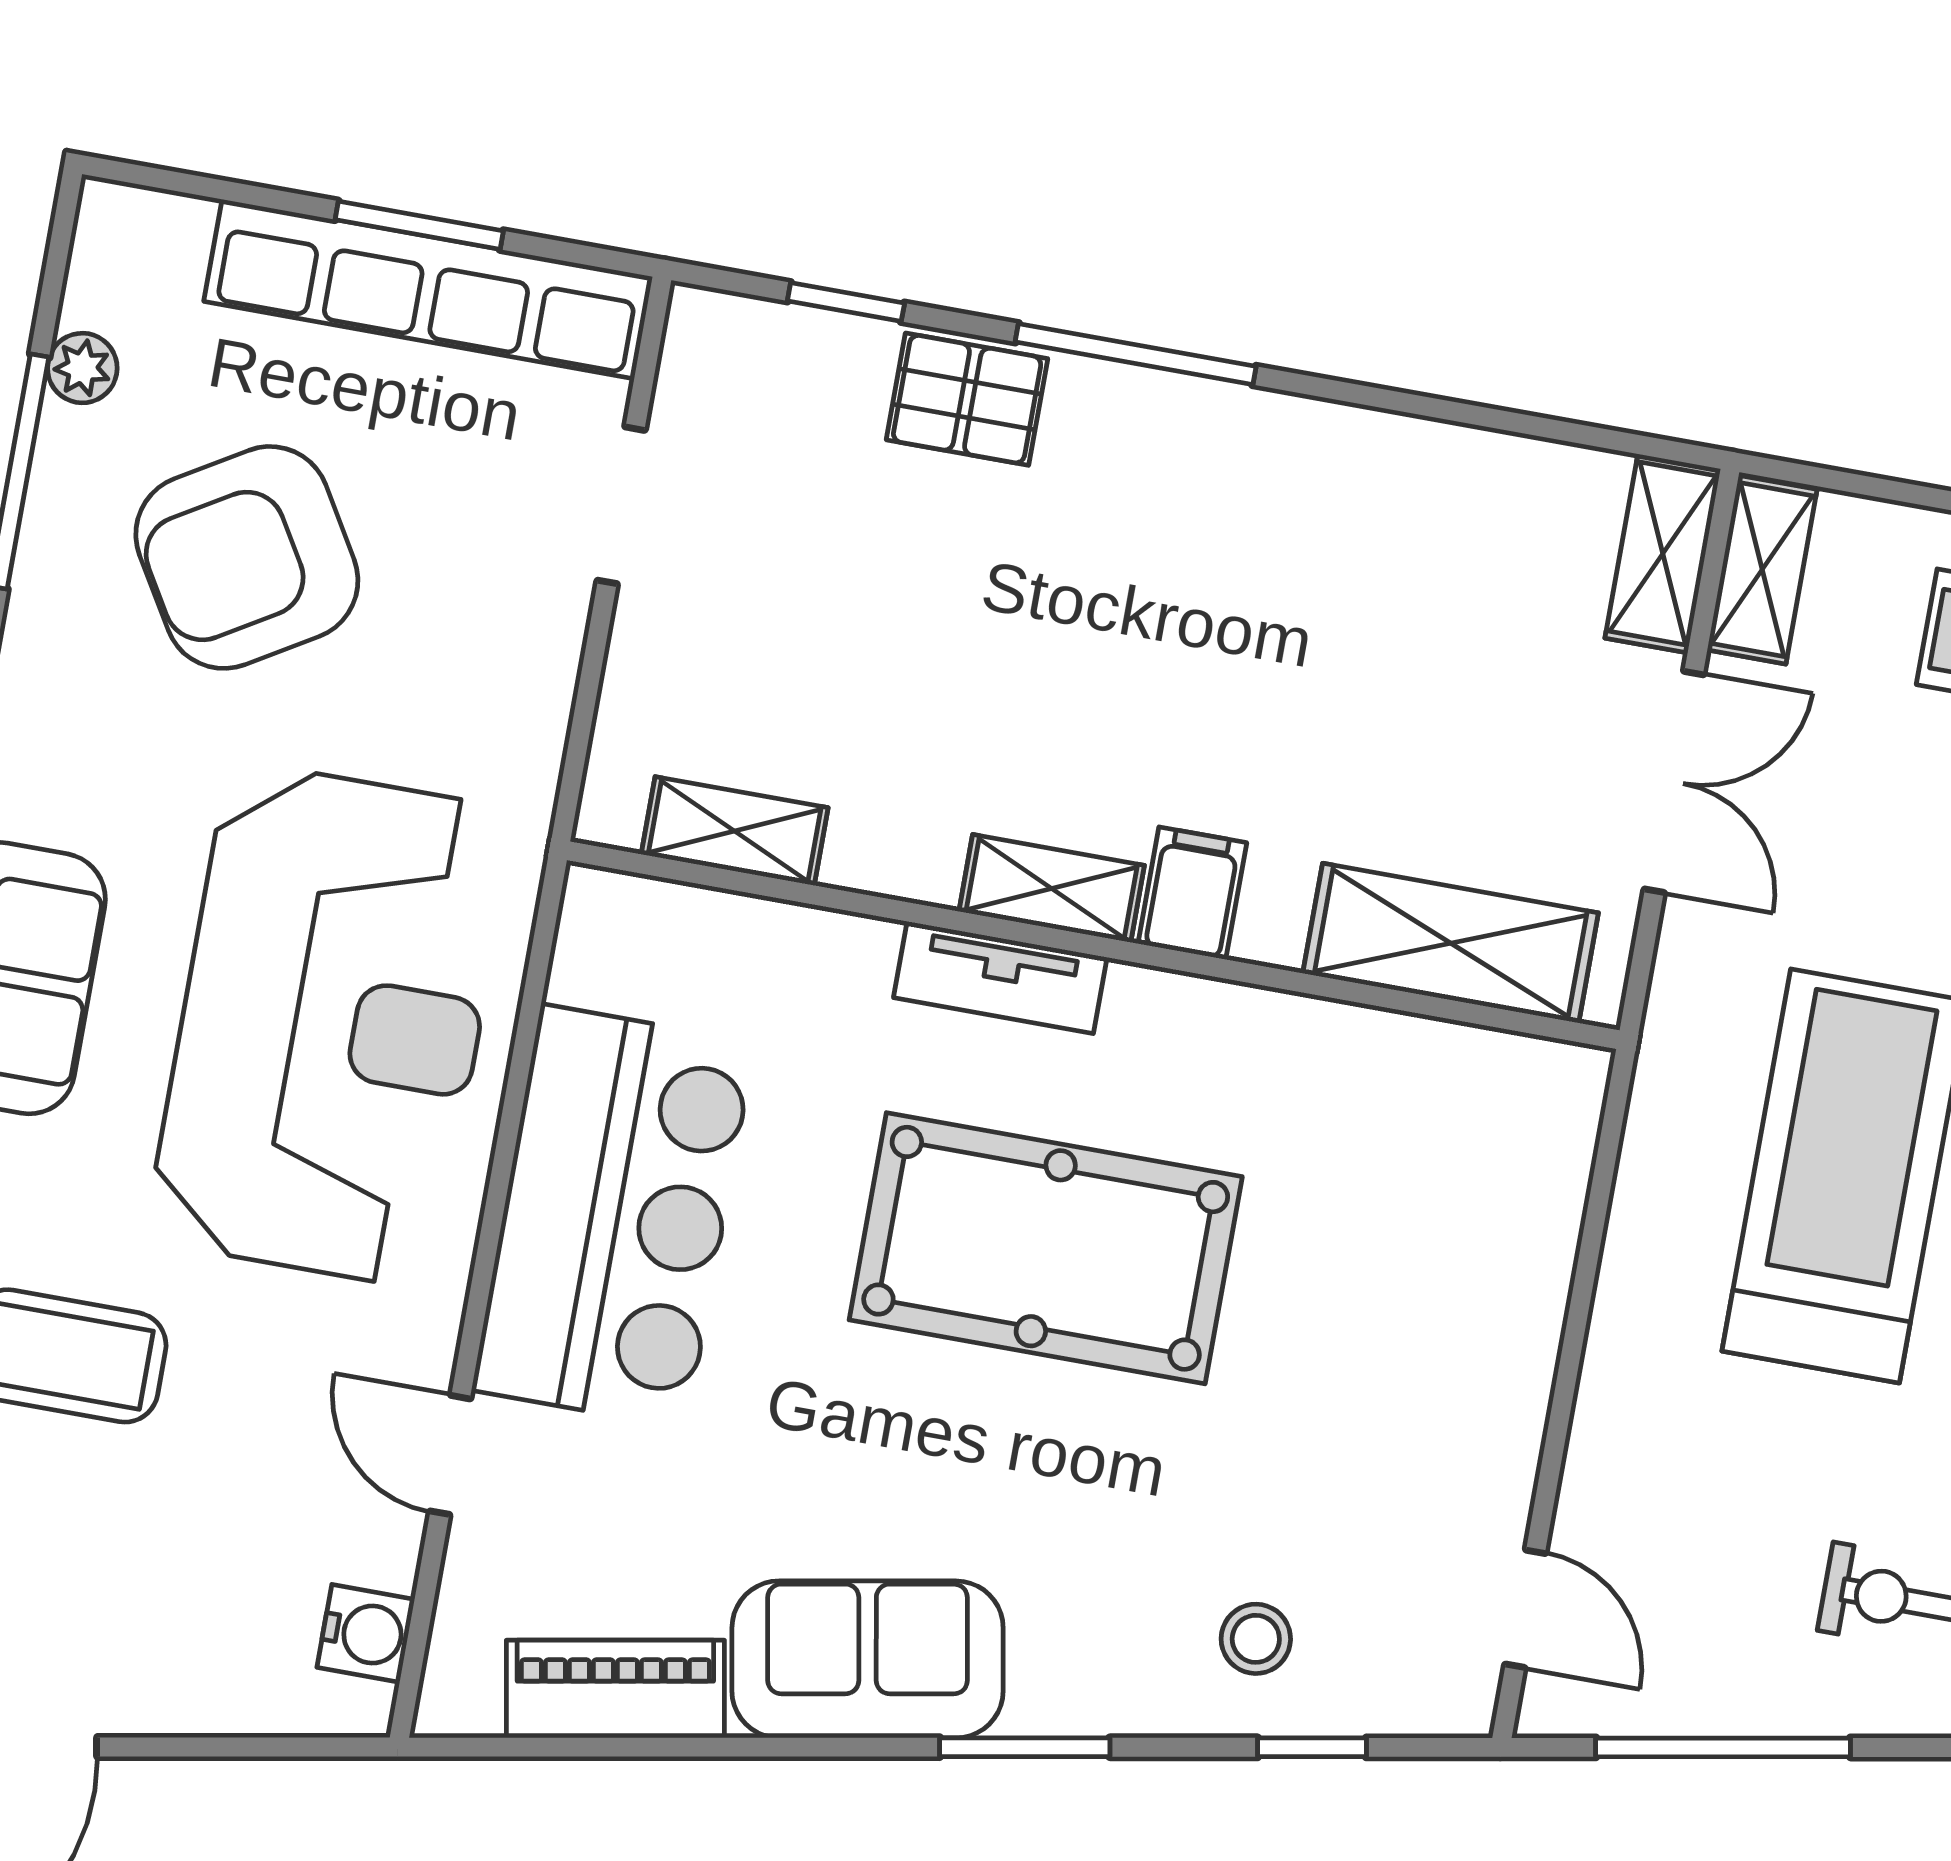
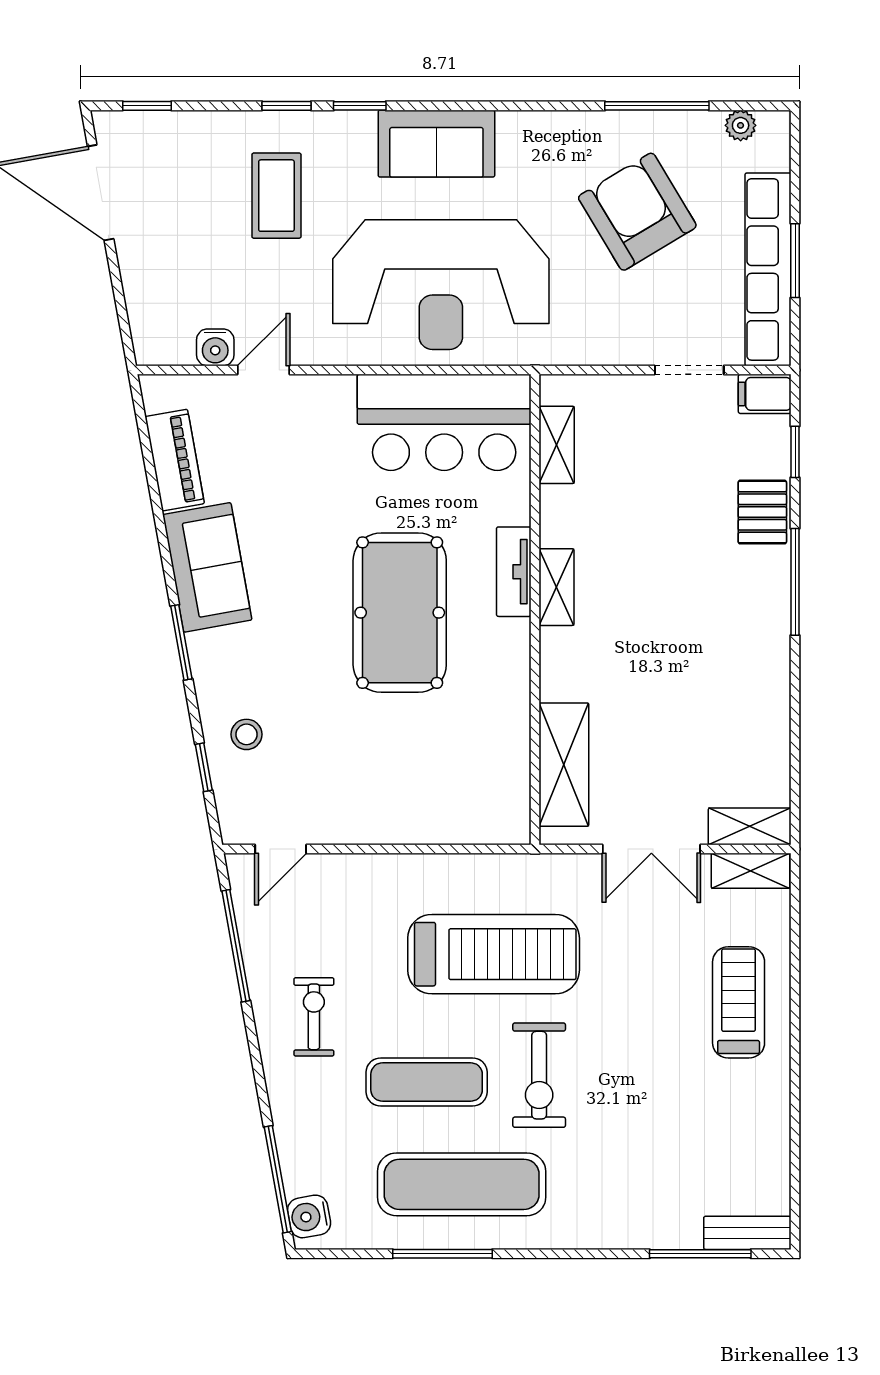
plant: (82, 368) -> (741, 125), moved
filing cabinet: (1192, 893) -> (765, 394), moved, turned 180
bar counter: (614, 1216) -> (444, 422), moved
water cooler: (366, 1633) -> (215, 347), moved

